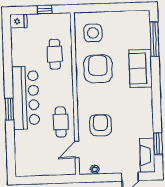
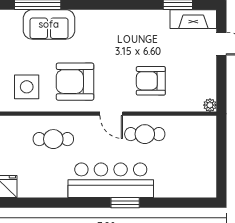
sofa: (141, 68) -> (49, 24), moved
door: (77, 150) -> (111, 114), moved
plant: (95, 169) -> (210, 105), moved

